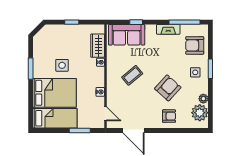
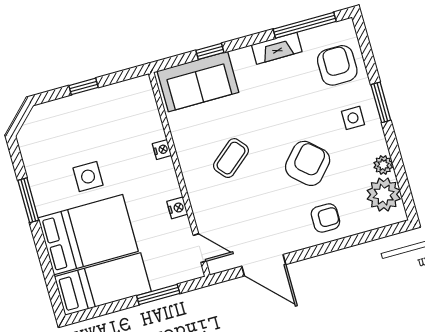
armchair: (195, 45) -> (337, 65), turned 90
wardrobe: (98, 46) -> (147, 119), removed

